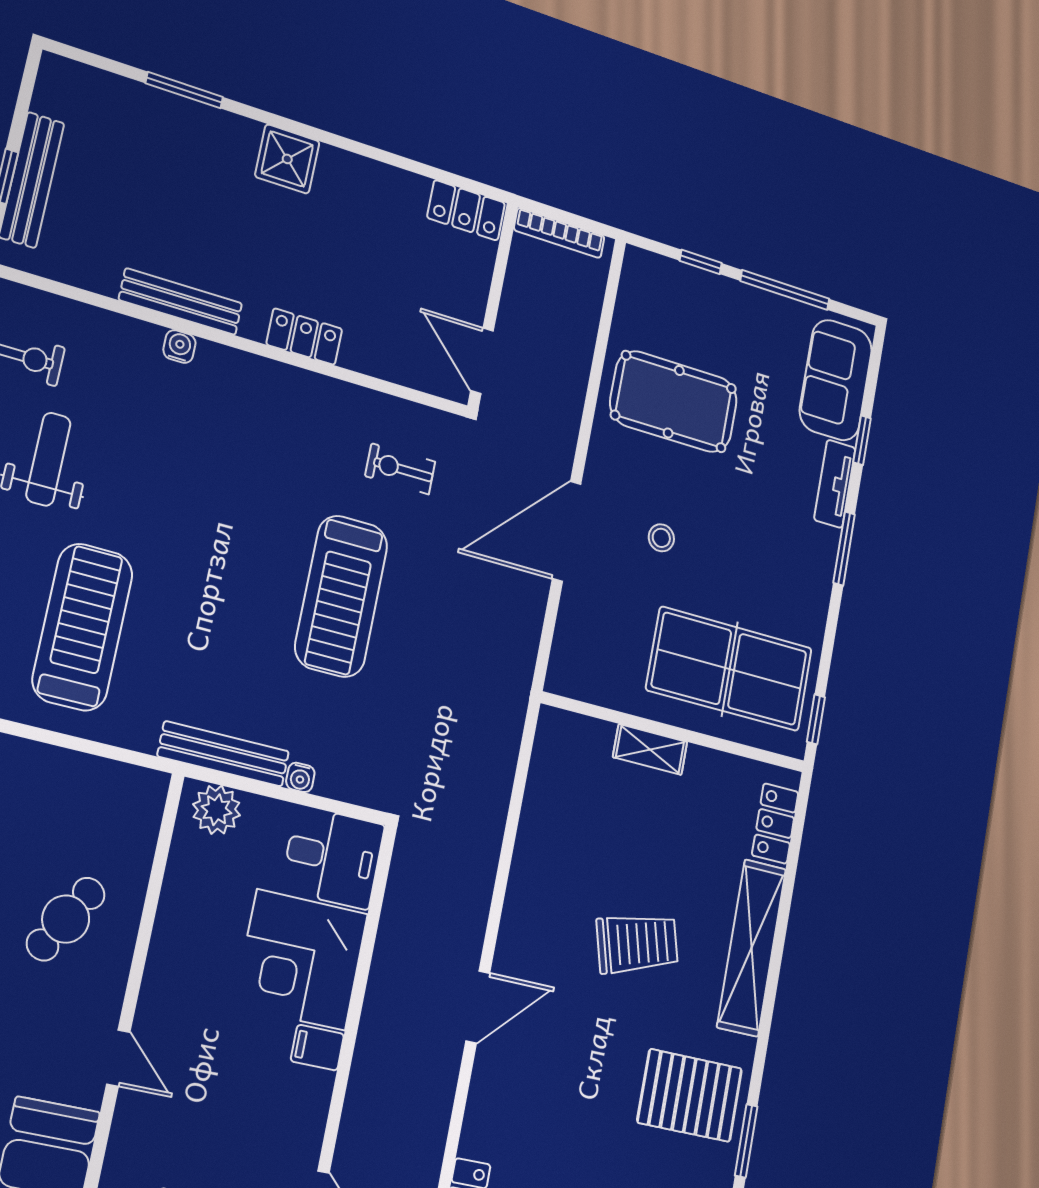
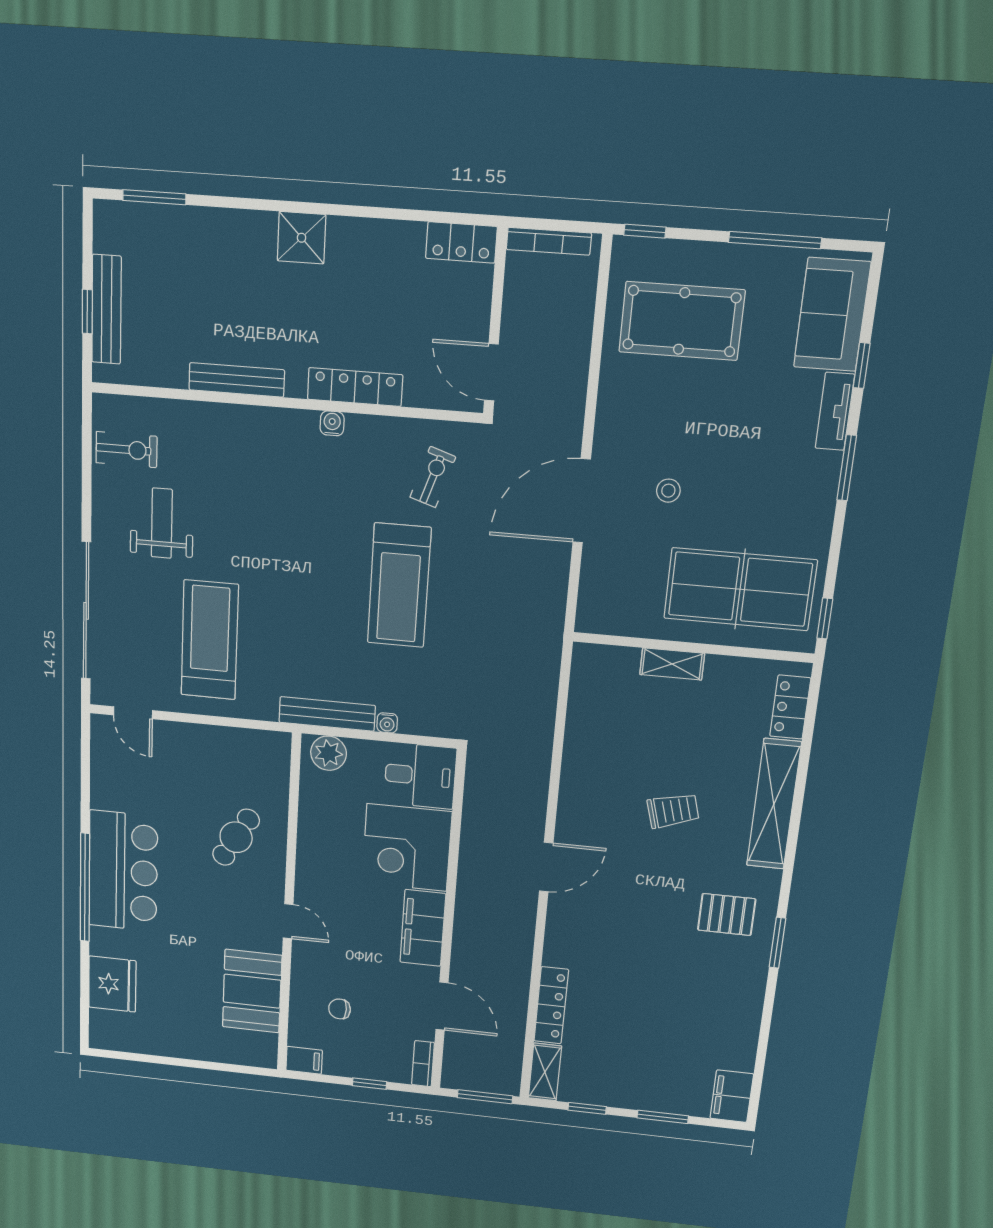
window: (184, 90) -> (154, 197), moved
window: (701, 262) -> (645, 231), moved
locker: (304, 337) -> (355, 387), width x1.53
water cooler: (179, 347) -> (332, 423), moved
pool table: (674, 402) -> (682, 321), moved
exercise bike: (400, 469) -> (433, 477), turned 108
trolley: (637, 943) -> (673, 811), width x0.73, depth x0.72
filing cabinet: (317, 1048) -> (423, 928), width x3.00, depth x1.17
pallet: (690, 1095) -> (727, 914), width x0.67, depth x0.71

